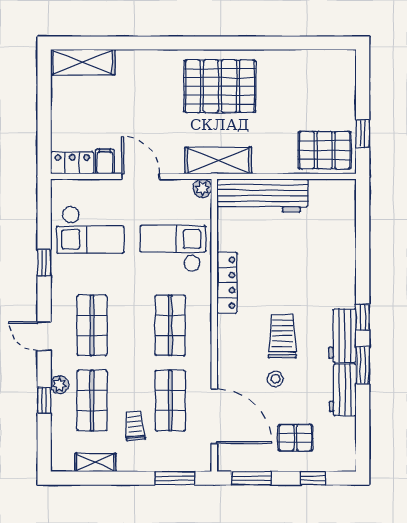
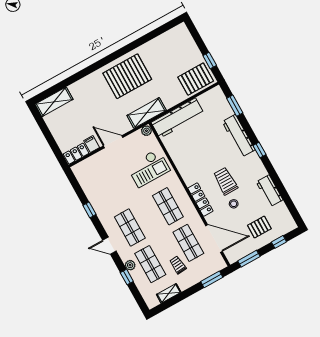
checkout: (90, 230) -> (103, 181), removed
checkout: (173, 248) -> (148, 168), turned 180
locker: (227, 283) -> (200, 200), moved
workbench: (342, 336) -> (239, 136), moved, width x1.38
window: (363, 365) -> (235, 106), moved

